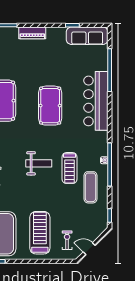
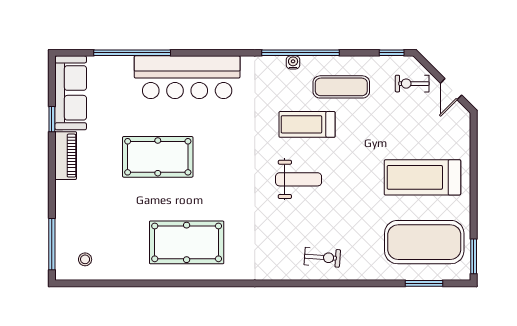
piano: (32, 33) -> (66, 156), moved
pool table: (50, 106) -> (158, 157), moved
weight bench: (39, 163) -> (299, 179), turned 90
treadmill: (70, 168) -> (307, 124), turned 180
exercise bike: (67, 240) -> (412, 84), moved

